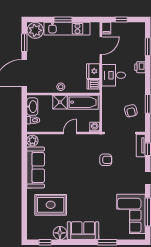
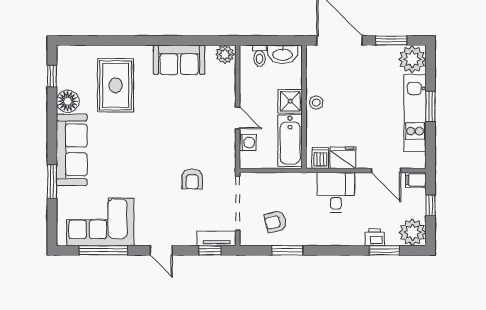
plant: (137, 30) -> (412, 232), added
printer: (140, 67) -> (375, 237), moved
washing machine: (95, 127) -> (248, 142), moved
sofa: (36, 167) -> (179, 60), width x0.73
sofa: (83, 231) -> (72, 150), width x1.36

